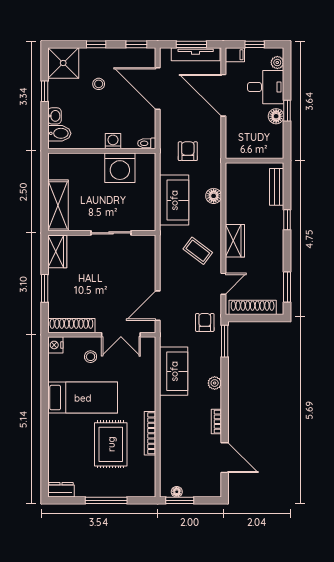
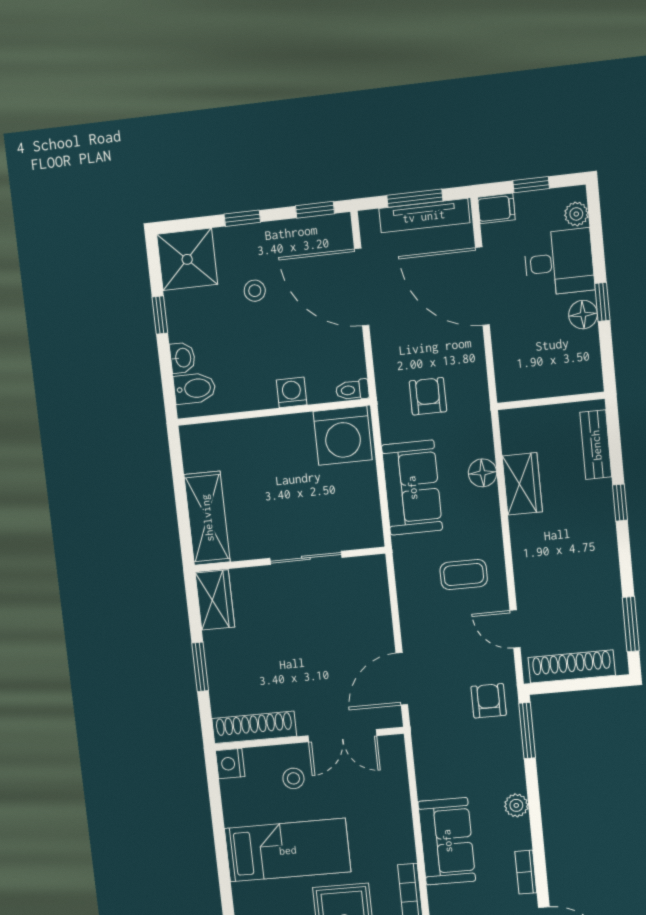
washing machine: (120, 168) -> (343, 436), moved
wardrobe: (235, 241) -> (522, 484), moved
coffee table: (198, 251) -> (464, 575), turned -37
door: (223, 284) -> (515, 629), swing flipped
sofa: (174, 371) -> (447, 841), moved

